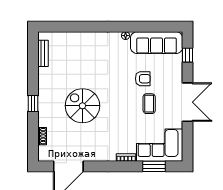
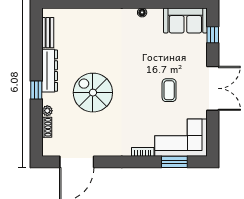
sofa: (157, 43) -> (185, 20), width x0.73
armchair: (143, 79) -> (162, 62), removed
dresser: (45, 87) -> (50, 71), added
plant: (43, 122) -> (47, 111), added

